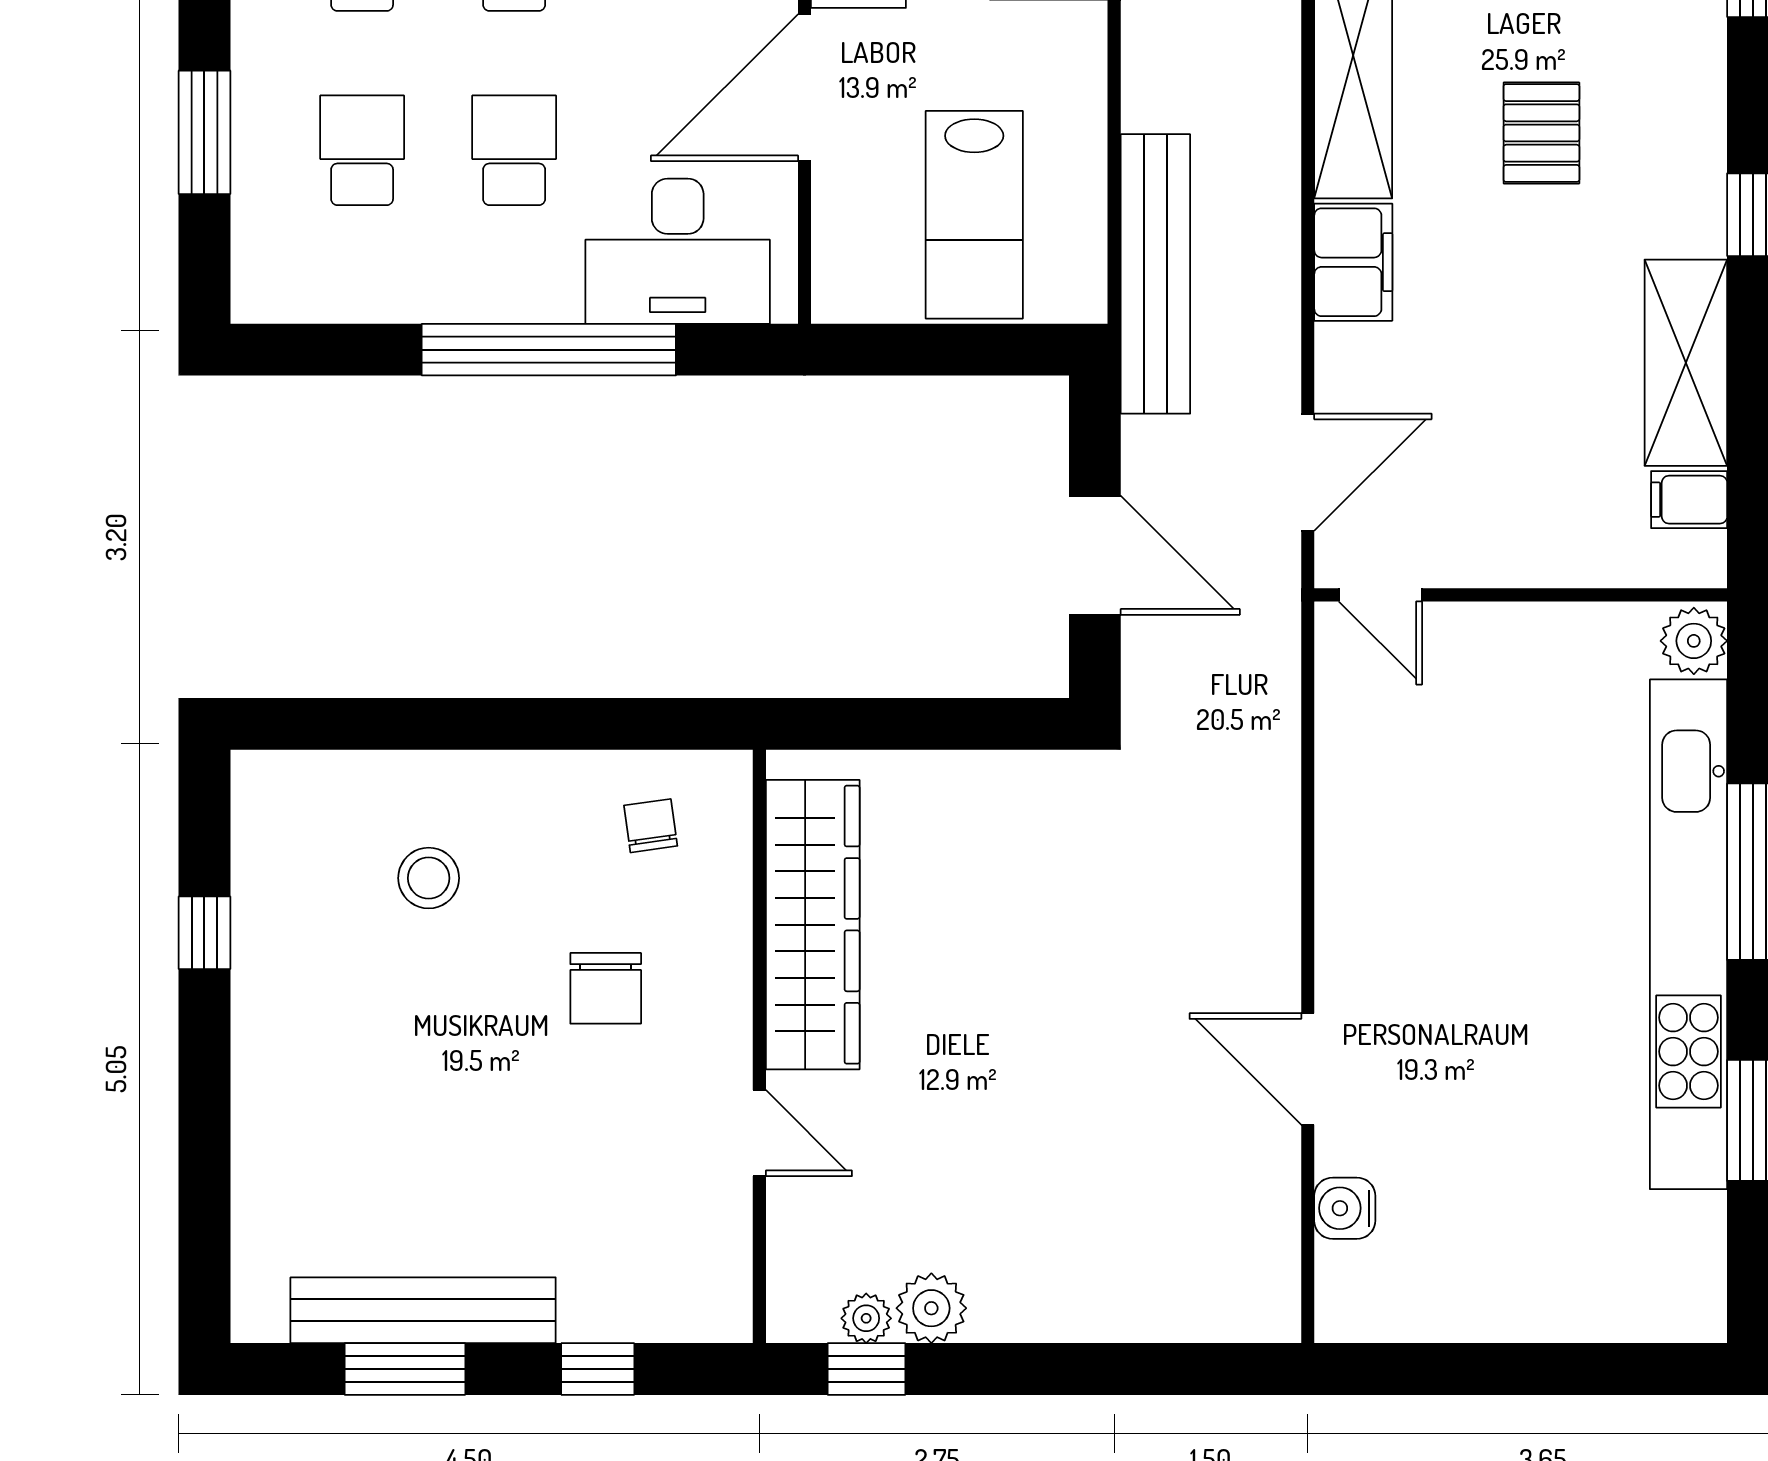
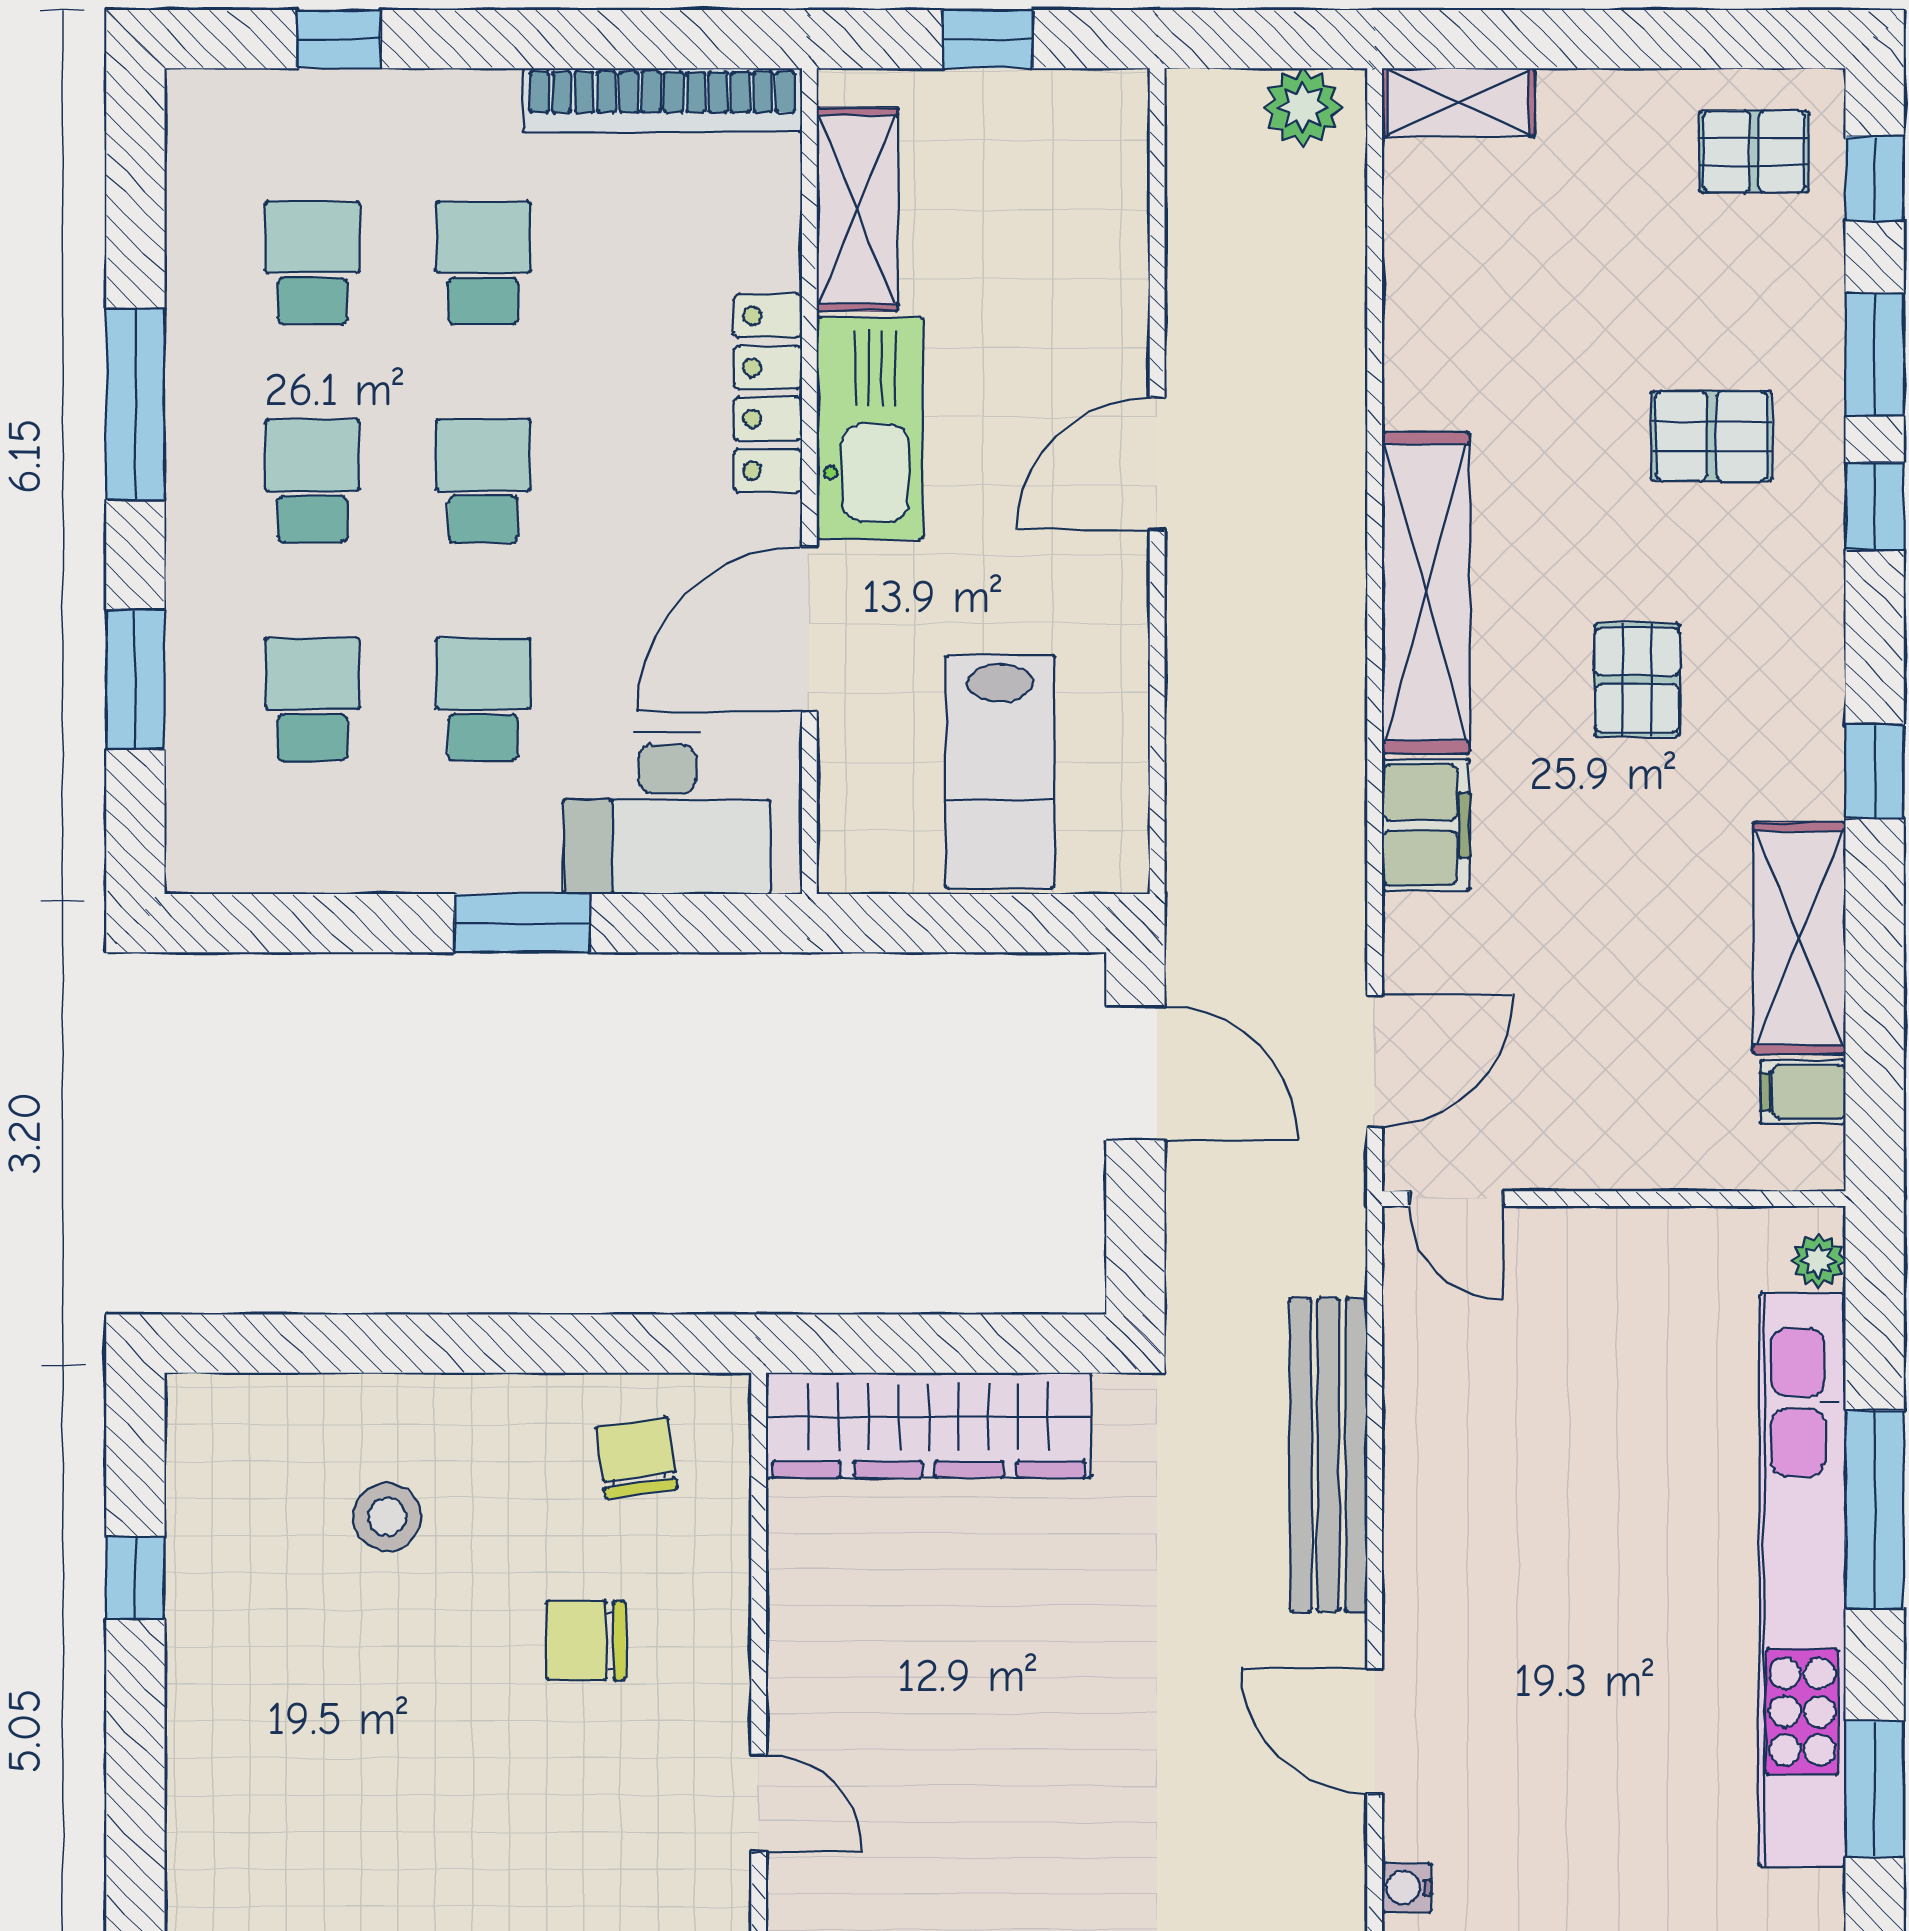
bench: (1155, 274) -> (1328, 1455), moved
window: (549, 350) -> (522, 923), width x0.47
door: (1095, 555) -> (1135, 1073), moved
plant: (1694, 641) -> (1818, 1261), width x0.73, depth x0.73
chair: (651, 826) -> (636, 1458), width x1.37, depth x1.37
wardrobe: (813, 925) -> (929, 1425), moved, turned 90
chair: (606, 988) -> (586, 1641), turned 90
water cooler: (1345, 1208) -> (1407, 1888), width x0.72, depth x0.72

